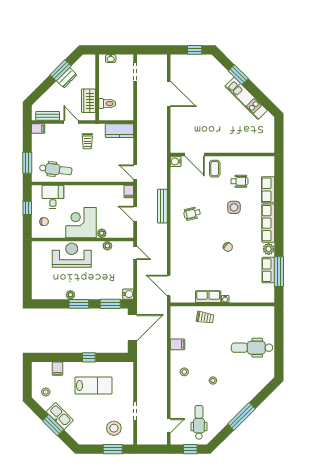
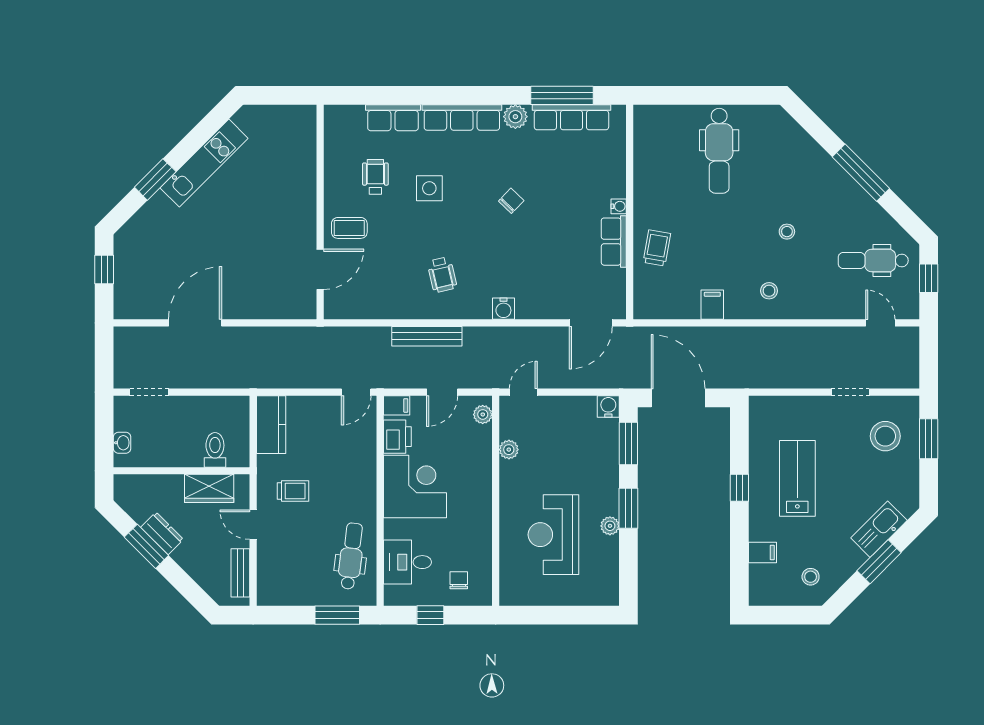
door: (71, 122) -> (253, 525), hinge flipped
filing cabinet: (38, 129) -> (267, 592), removed
water cooler: (176, 161) -> (503, 309), moved
printer: (114, 192) -> (397, 437), added
corner desk: (81, 223) -> (415, 486), moved, turned 180
plant: (102, 233) -> (483, 414), moved
reception desk: (72, 255) -> (553, 535), moved
row of seats: (268, 270) -> (571, 117), width x1.48
kitchen sink: (60, 416) -> (879, 529), moved

